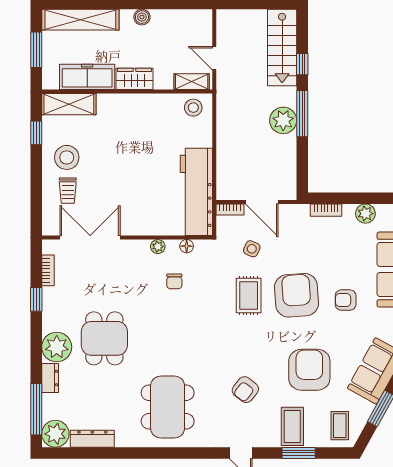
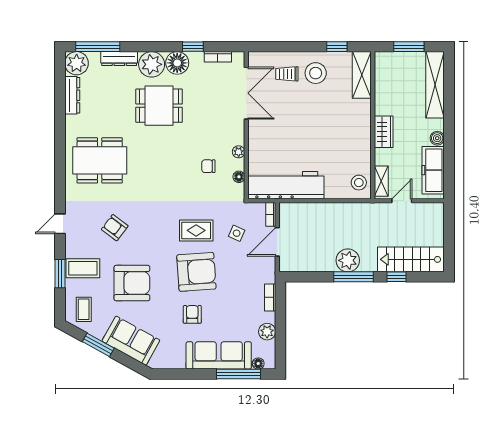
freezer: (87, 77) -> (433, 170), moved, turned 180
floor lamp: (55, 317) -> (177, 63), added
dresser: (50, 378) -> (119, 59), width x1.44
coffee table: (340, 426) -> (84, 309), turned 90

